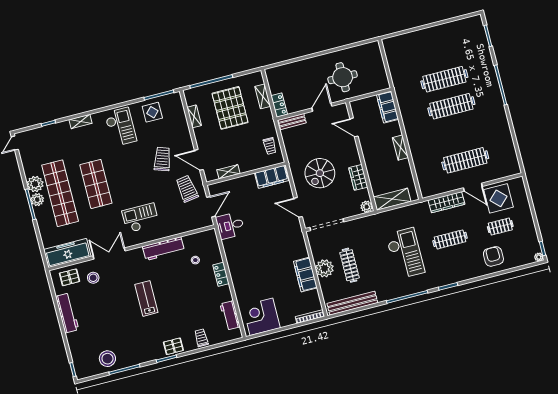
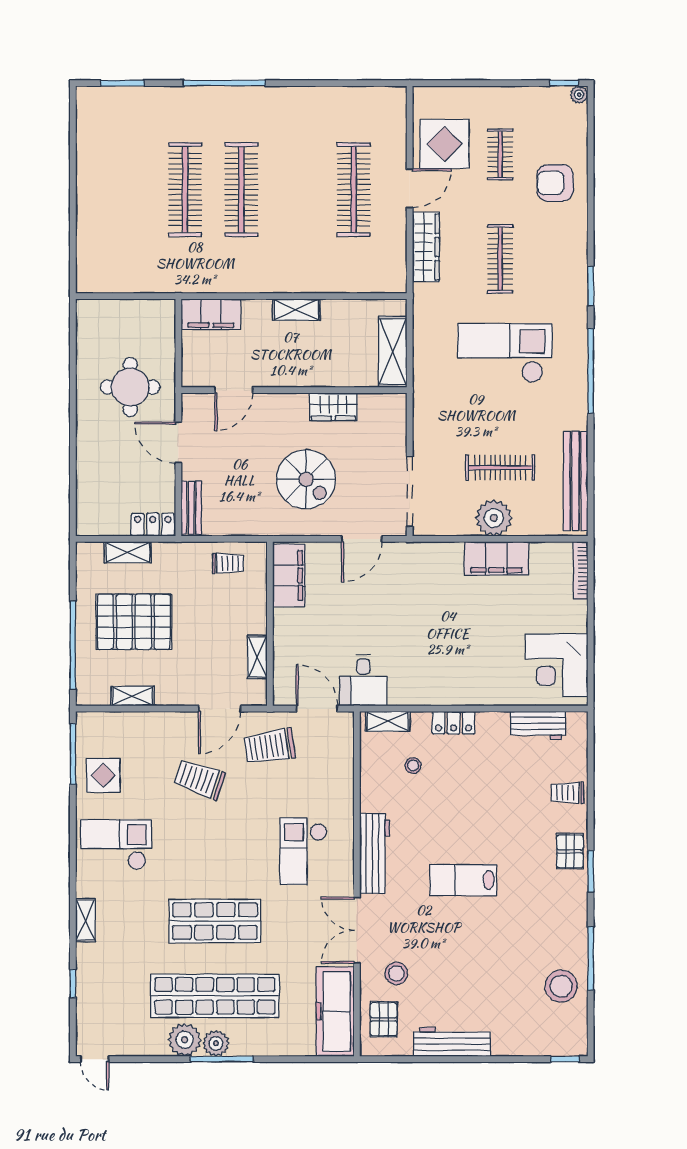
plant: (367, 207) -> (395, 405), removed
shelving: (214, 242) -> (388, 721), added
workbench: (163, 249) -> (375, 853), moved

